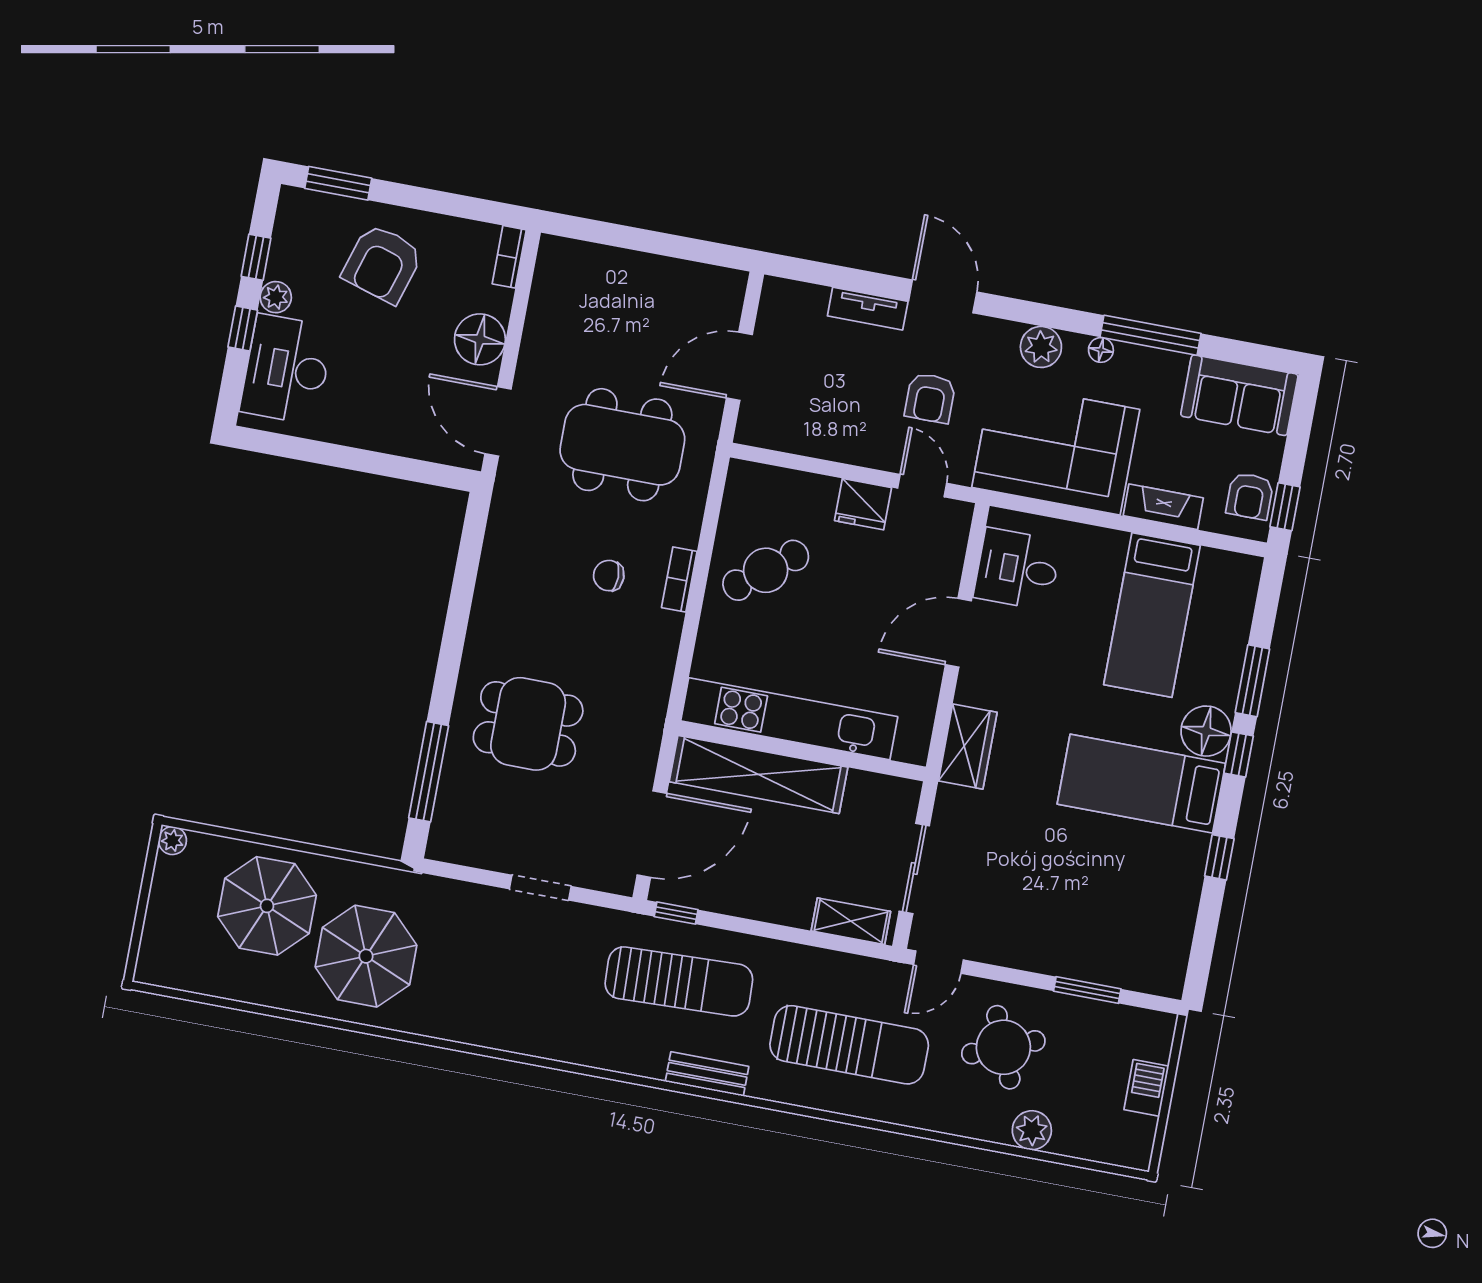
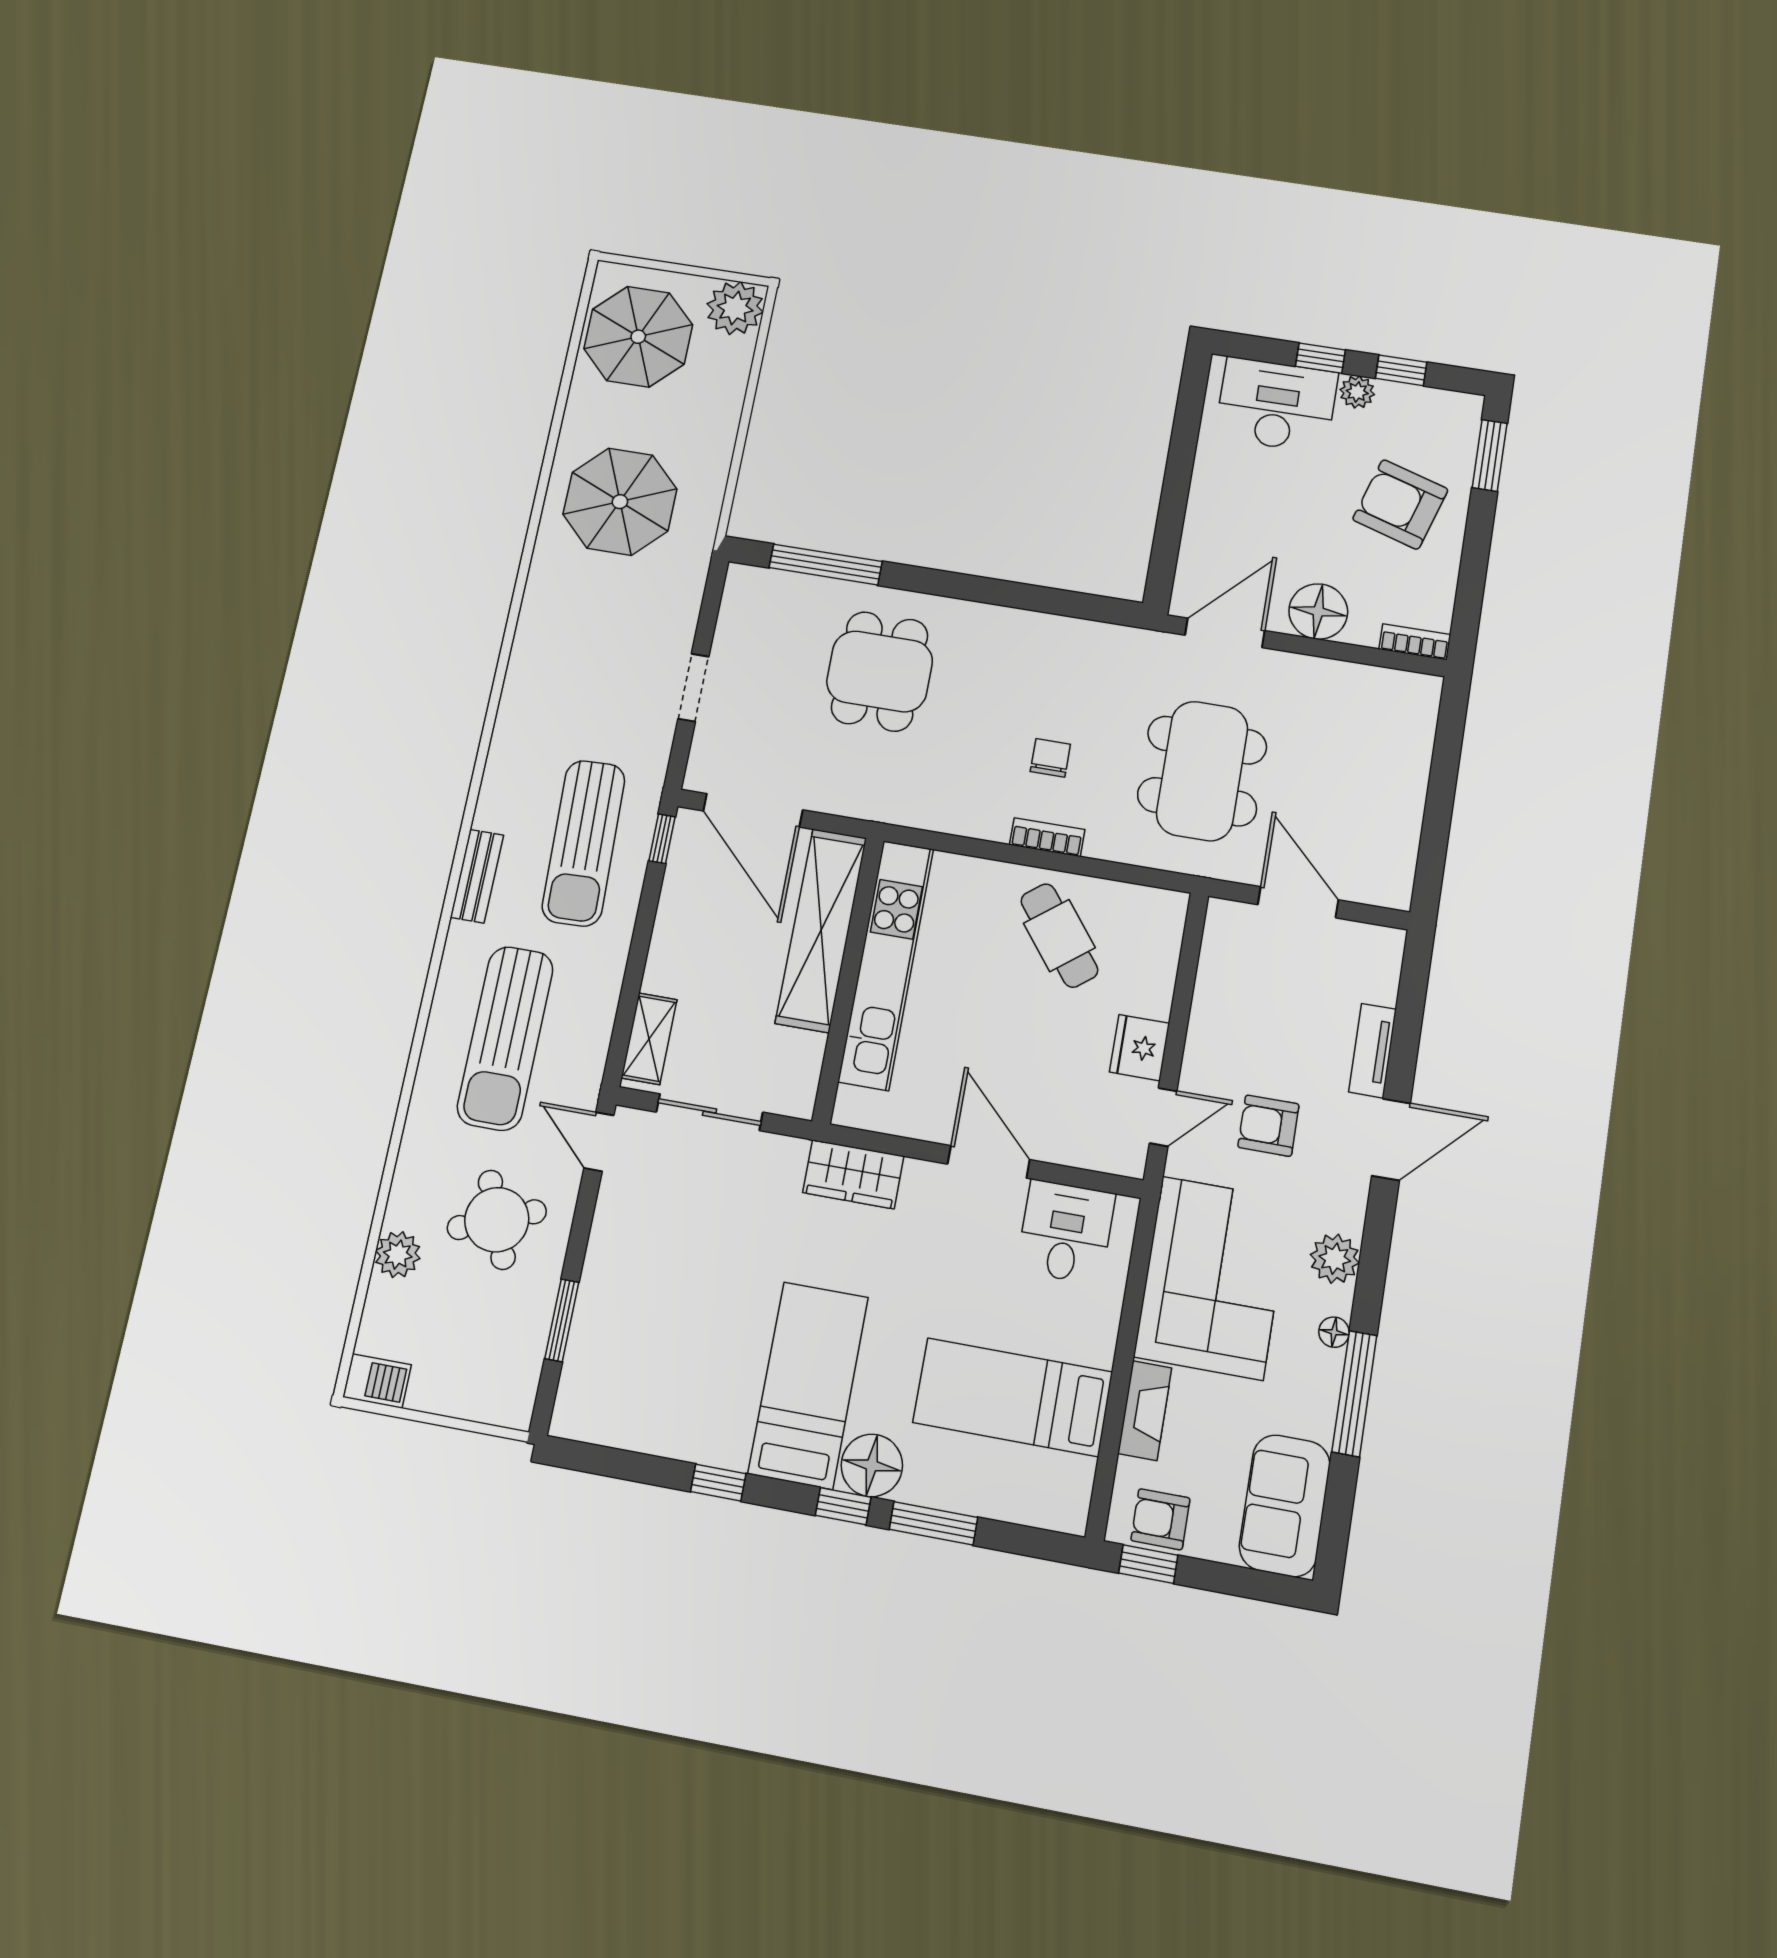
plant: (172, 841) -> (735, 308), width x1.87, depth x1.87
parasol: (267, 906) -> (638, 337), moved
barbecue: (1146, 1088) -> (377, 1381), moved

